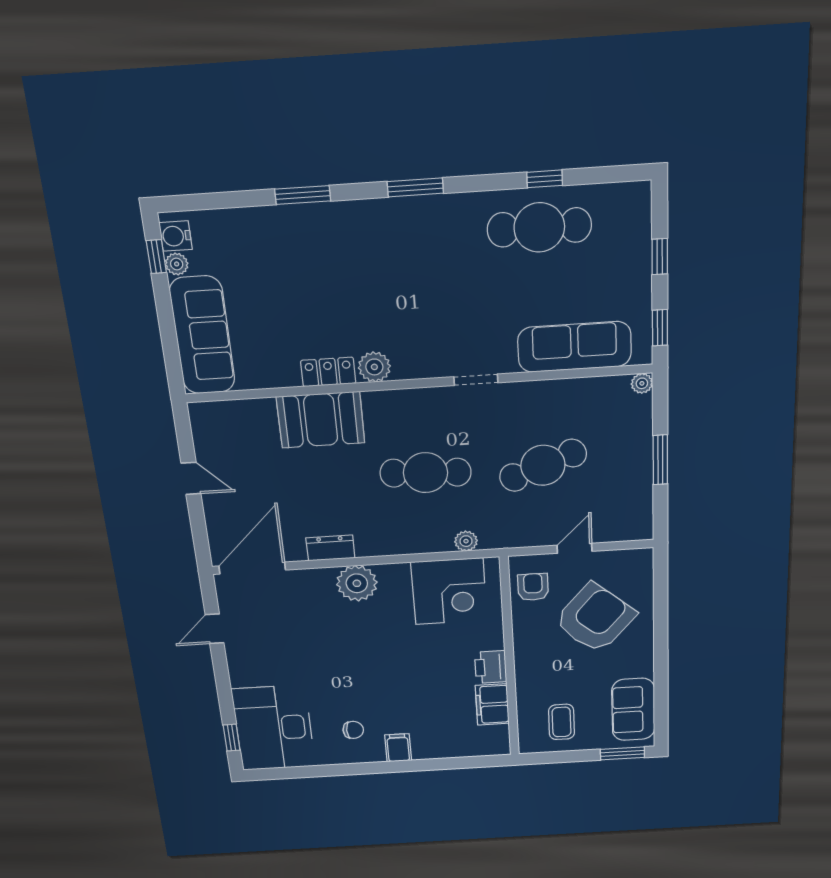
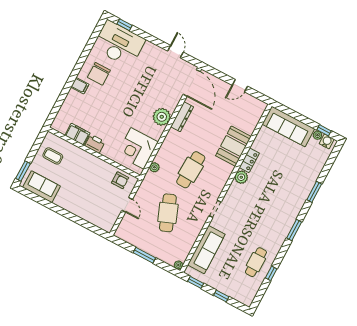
cafe table: (539, 227) -> (256, 262), width x0.73, depth x0.74
dresser: (330, 548) -> (182, 117), width x1.44
armchair: (595, 618) -> (92, 195), removed
chair: (353, 730) -> (99, 74), width x1.87, depth x1.87

